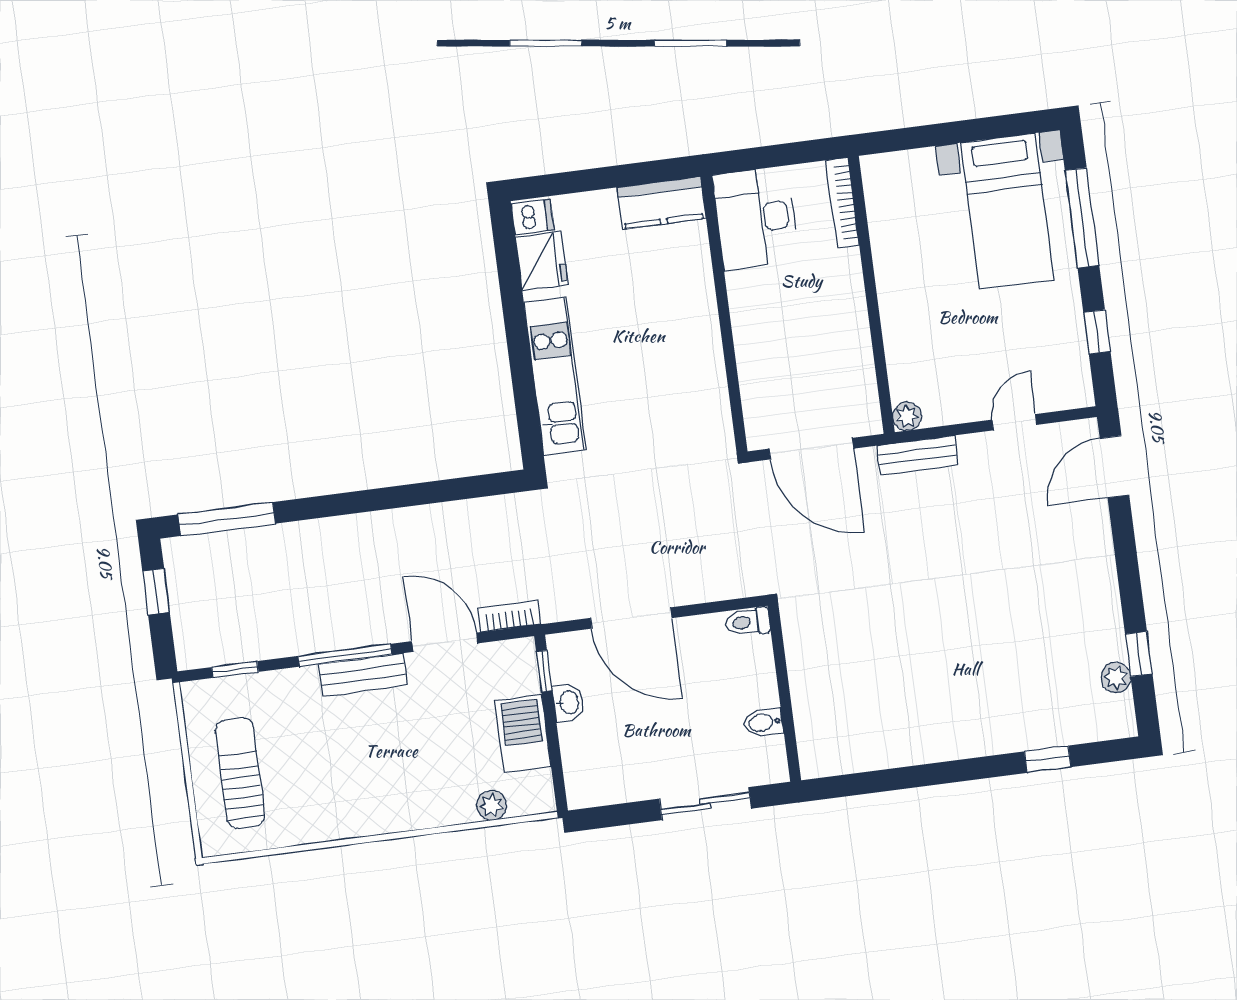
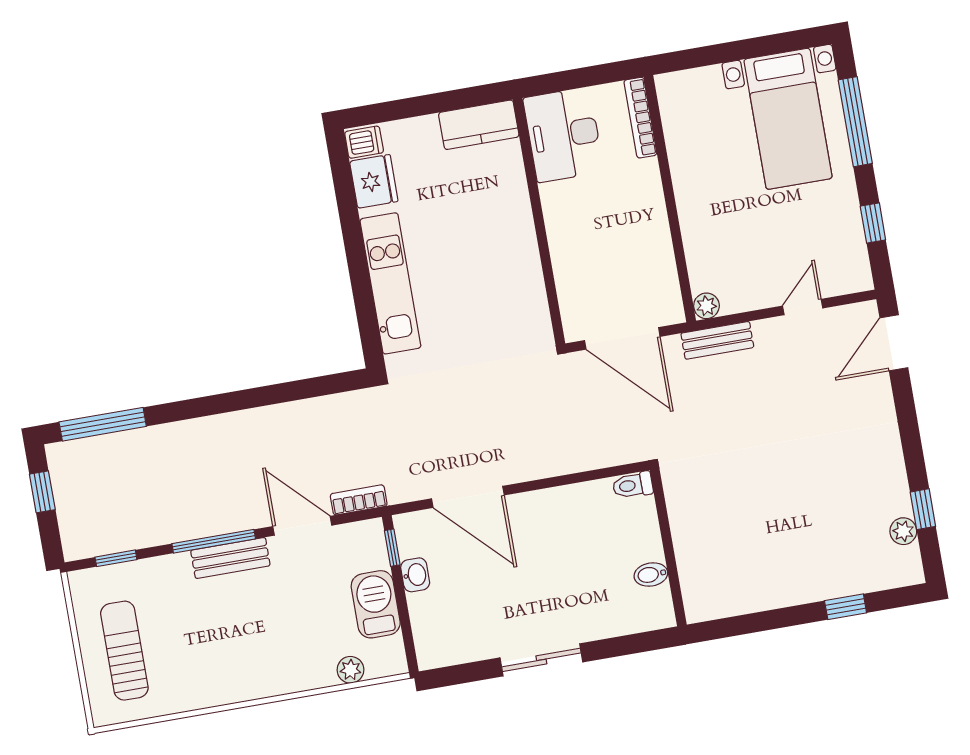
toilet: (748, 622) -> (633, 485), moved
wall: (784, 693) -> (668, 547), moved
bidet: (764, 723) -> (651, 575), moved

